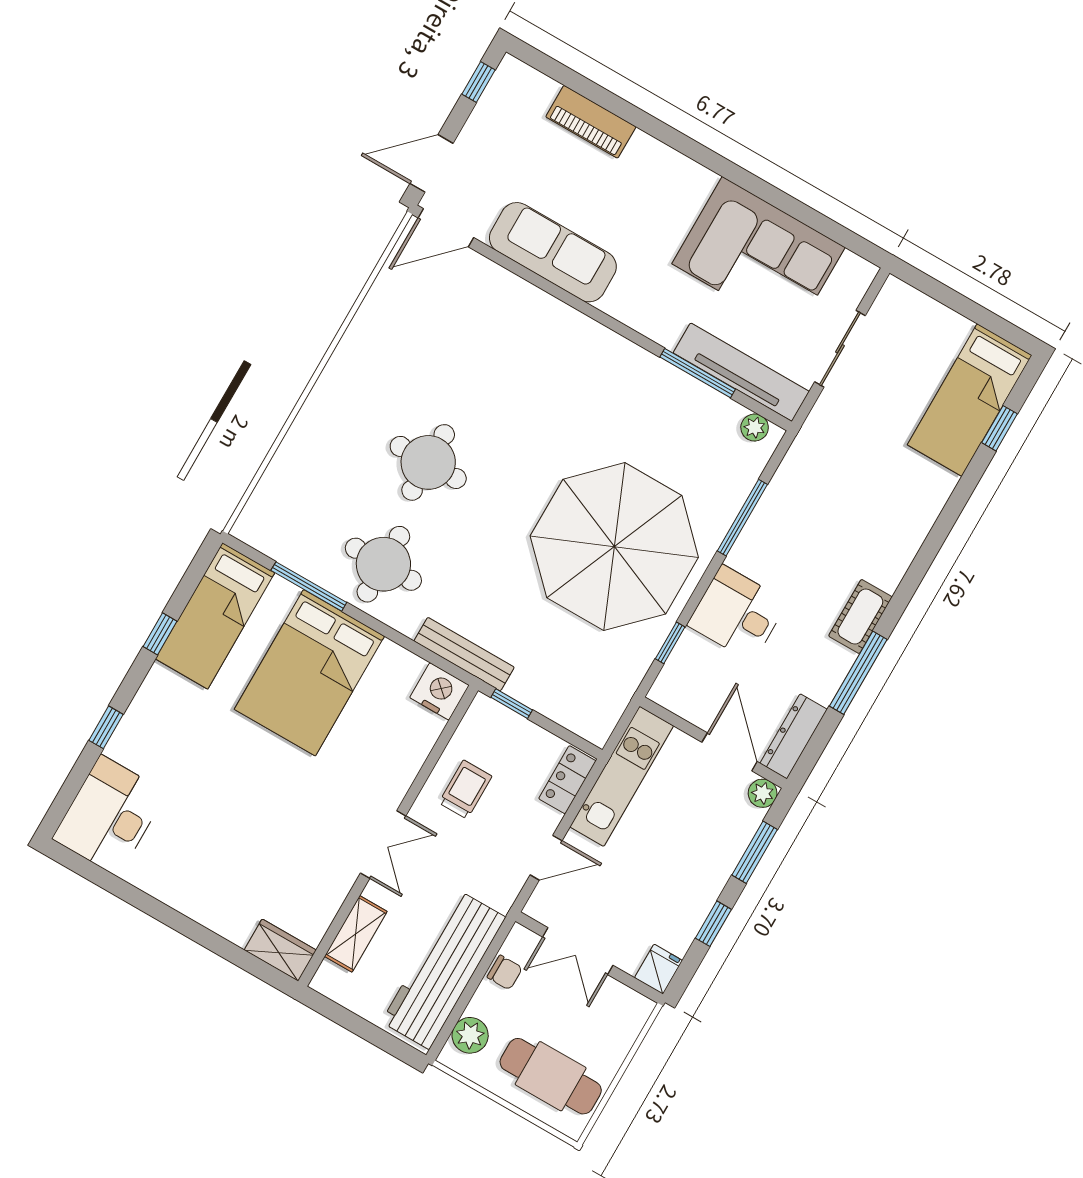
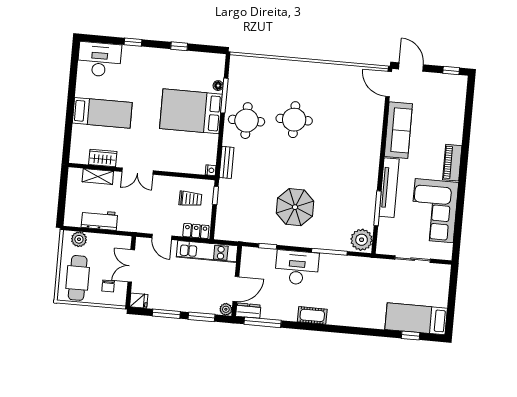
piano: (591, 122) -> (452, 163), moved
tv unit: (741, 372) -> (389, 188), moved
plant: (755, 428) -> (362, 240), width x1.88, depth x1.88
parasol: (614, 547) -> (295, 207), width x0.54, depth x0.54
floor lamp: (281, 590) -> (218, 86), added
desk: (737, 614) -> (297, 268), width x1.37
bed: (215, 616) -> (102, 113), moved, turned 180
bench: (464, 654) -> (227, 162), width x0.73
window: (858, 673) -> (263, 322), moved
nightstand: (439, 691) -> (211, 170), width x0.53, depth x0.56
dresser: (794, 736) -> (248, 311), width x0.70
trolley: (465, 789) -> (190, 199), moved
window: (713, 924) -> (166, 314), width x1.50
wardrobe: (280, 950) -> (103, 158), moved, turned -90
workbench: (443, 970) -> (99, 220), width x0.53, depth x0.76
chair: (505, 973) -> (108, 286), moved

